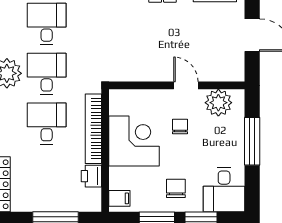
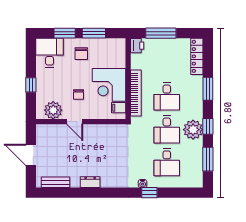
window: (252, 141) -> (31, 85), width x0.46
printer: (91, 176) -> (137, 46), moved
filing cabinet: (119, 198) -> (119, 108), moved

